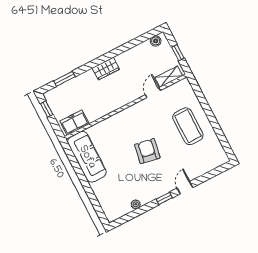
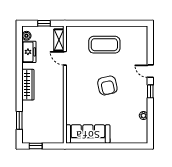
wardrobe: (106, 69) -> (28, 85), width x1.50
freezer: (75, 123) -> (29, 52), moved, turned 180
armchair: (147, 151) -> (107, 85), turned -112

